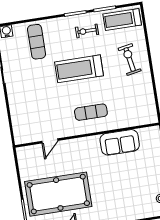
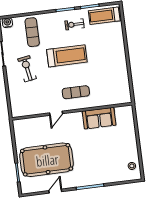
exercise bike: (130, 59) -> (27, 69), moved
treadmill: (79, 69) -> (67, 56), turned 180
door: (50, 141) -> (56, 113), moved

